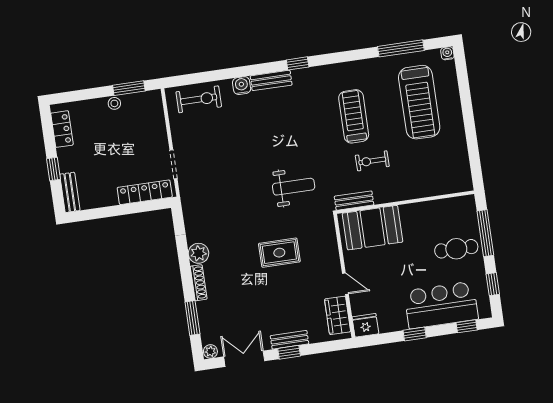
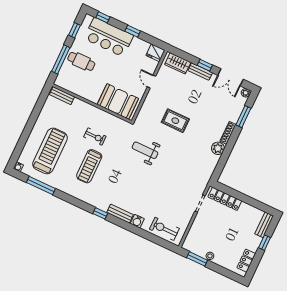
bench: (354, 201) -> (62, 96), moved
wardrobe: (338, 315) -> (178, 63), moved, turned 90

